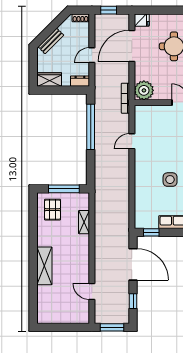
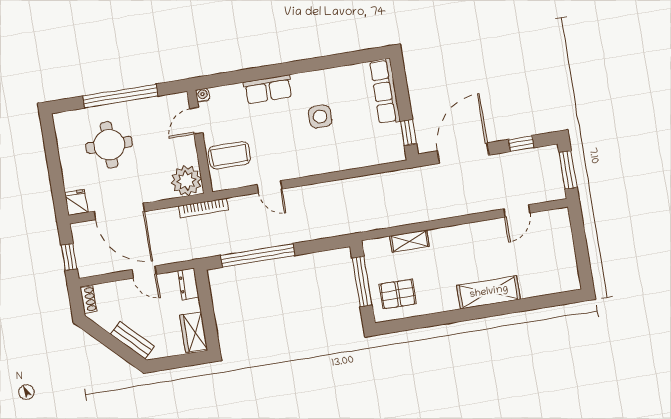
coffee table: (155, 120) -> (229, 155), added

